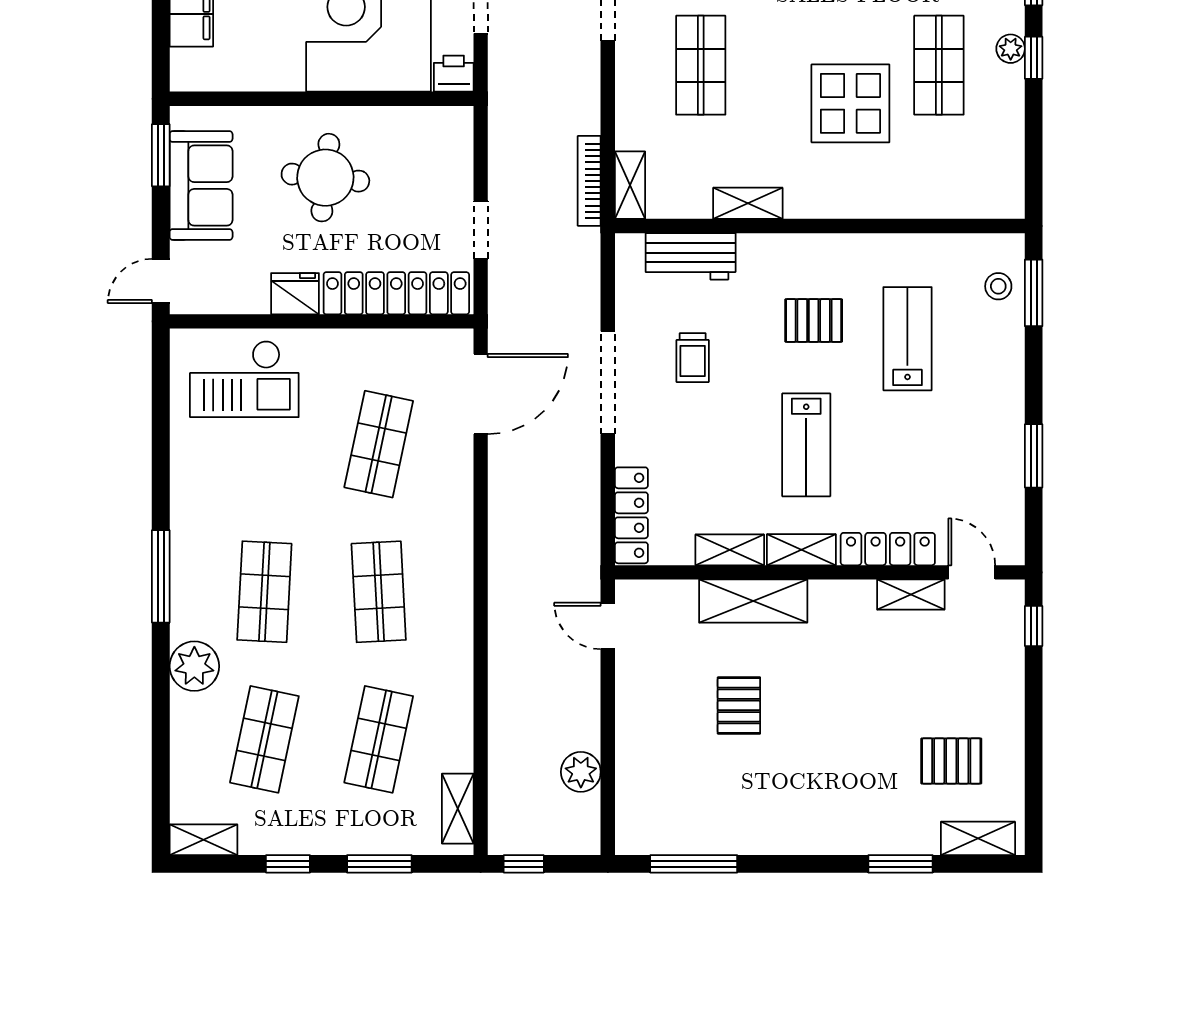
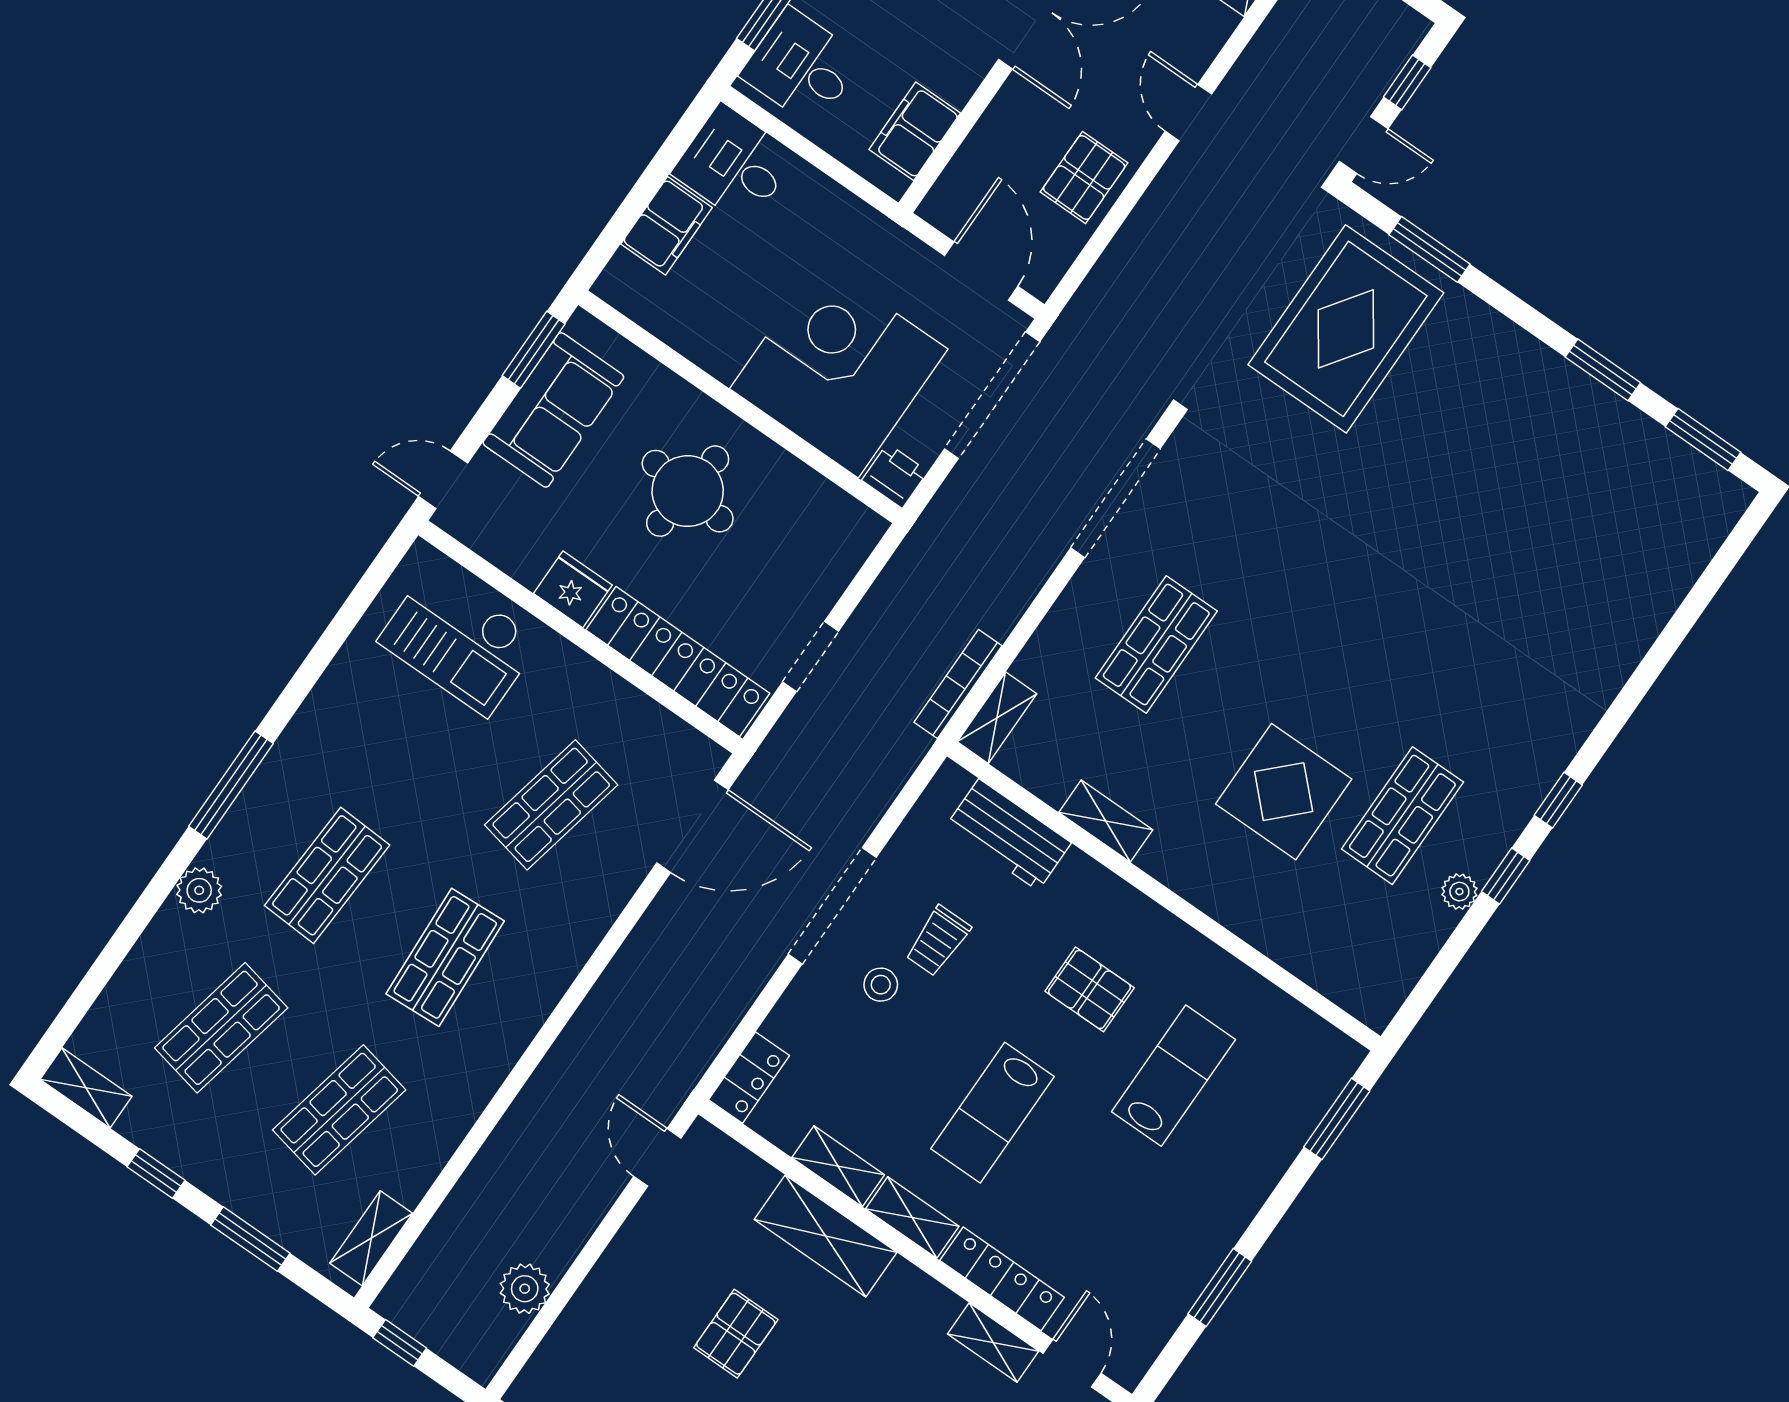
plant: (1011, 49) -> (1459, 892), moved
stool: (998, 286) -> (881, 985), moved
locker: (631, 515) -> (749, 1078), width x0.66
plant: (194, 666) -> (199, 890), width x0.73, depth x0.73

